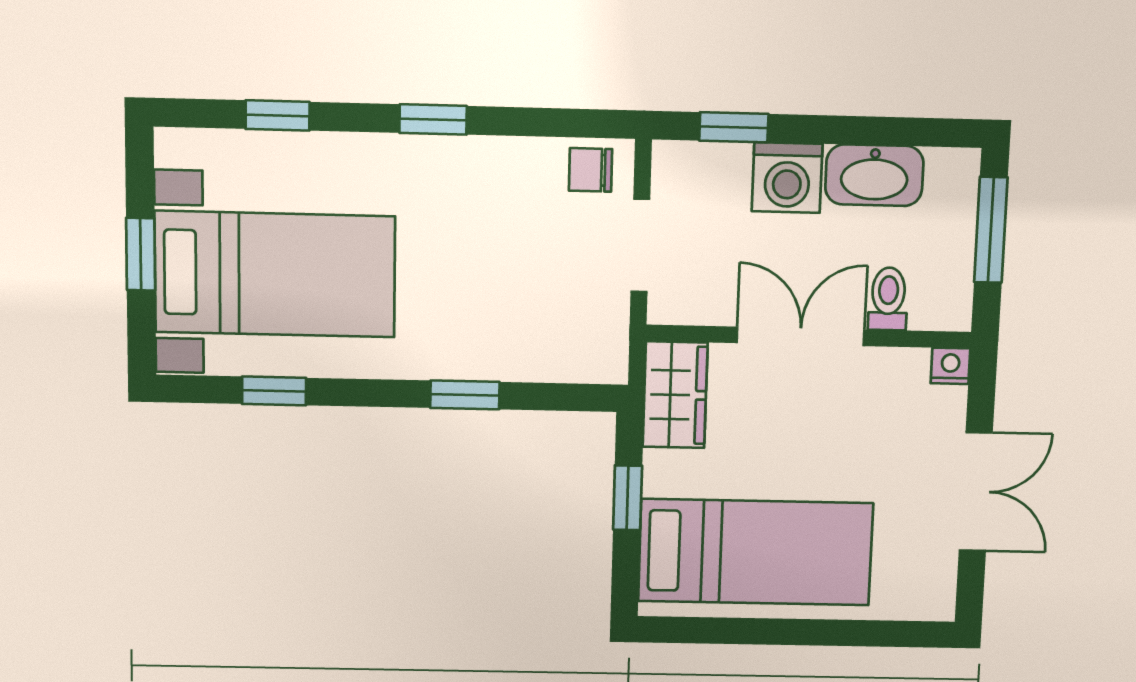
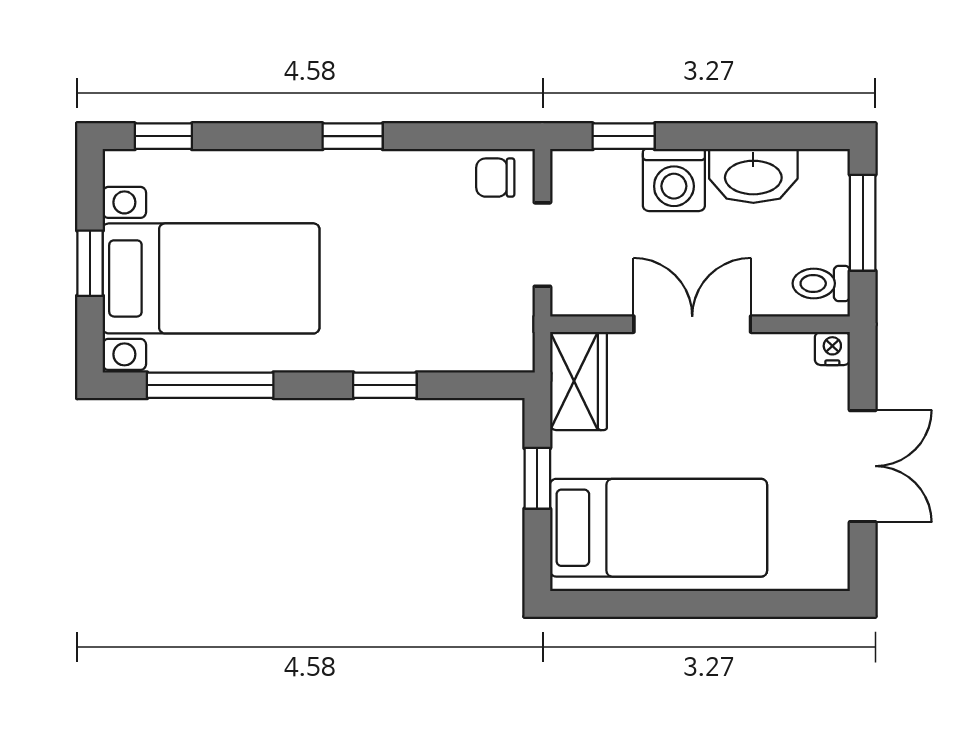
window: (278, 115) -> (163, 136), moved
toilet: (888, 299) -> (821, 283), moved, turned -90
window: (274, 391) -> (210, 385), width x2.17

